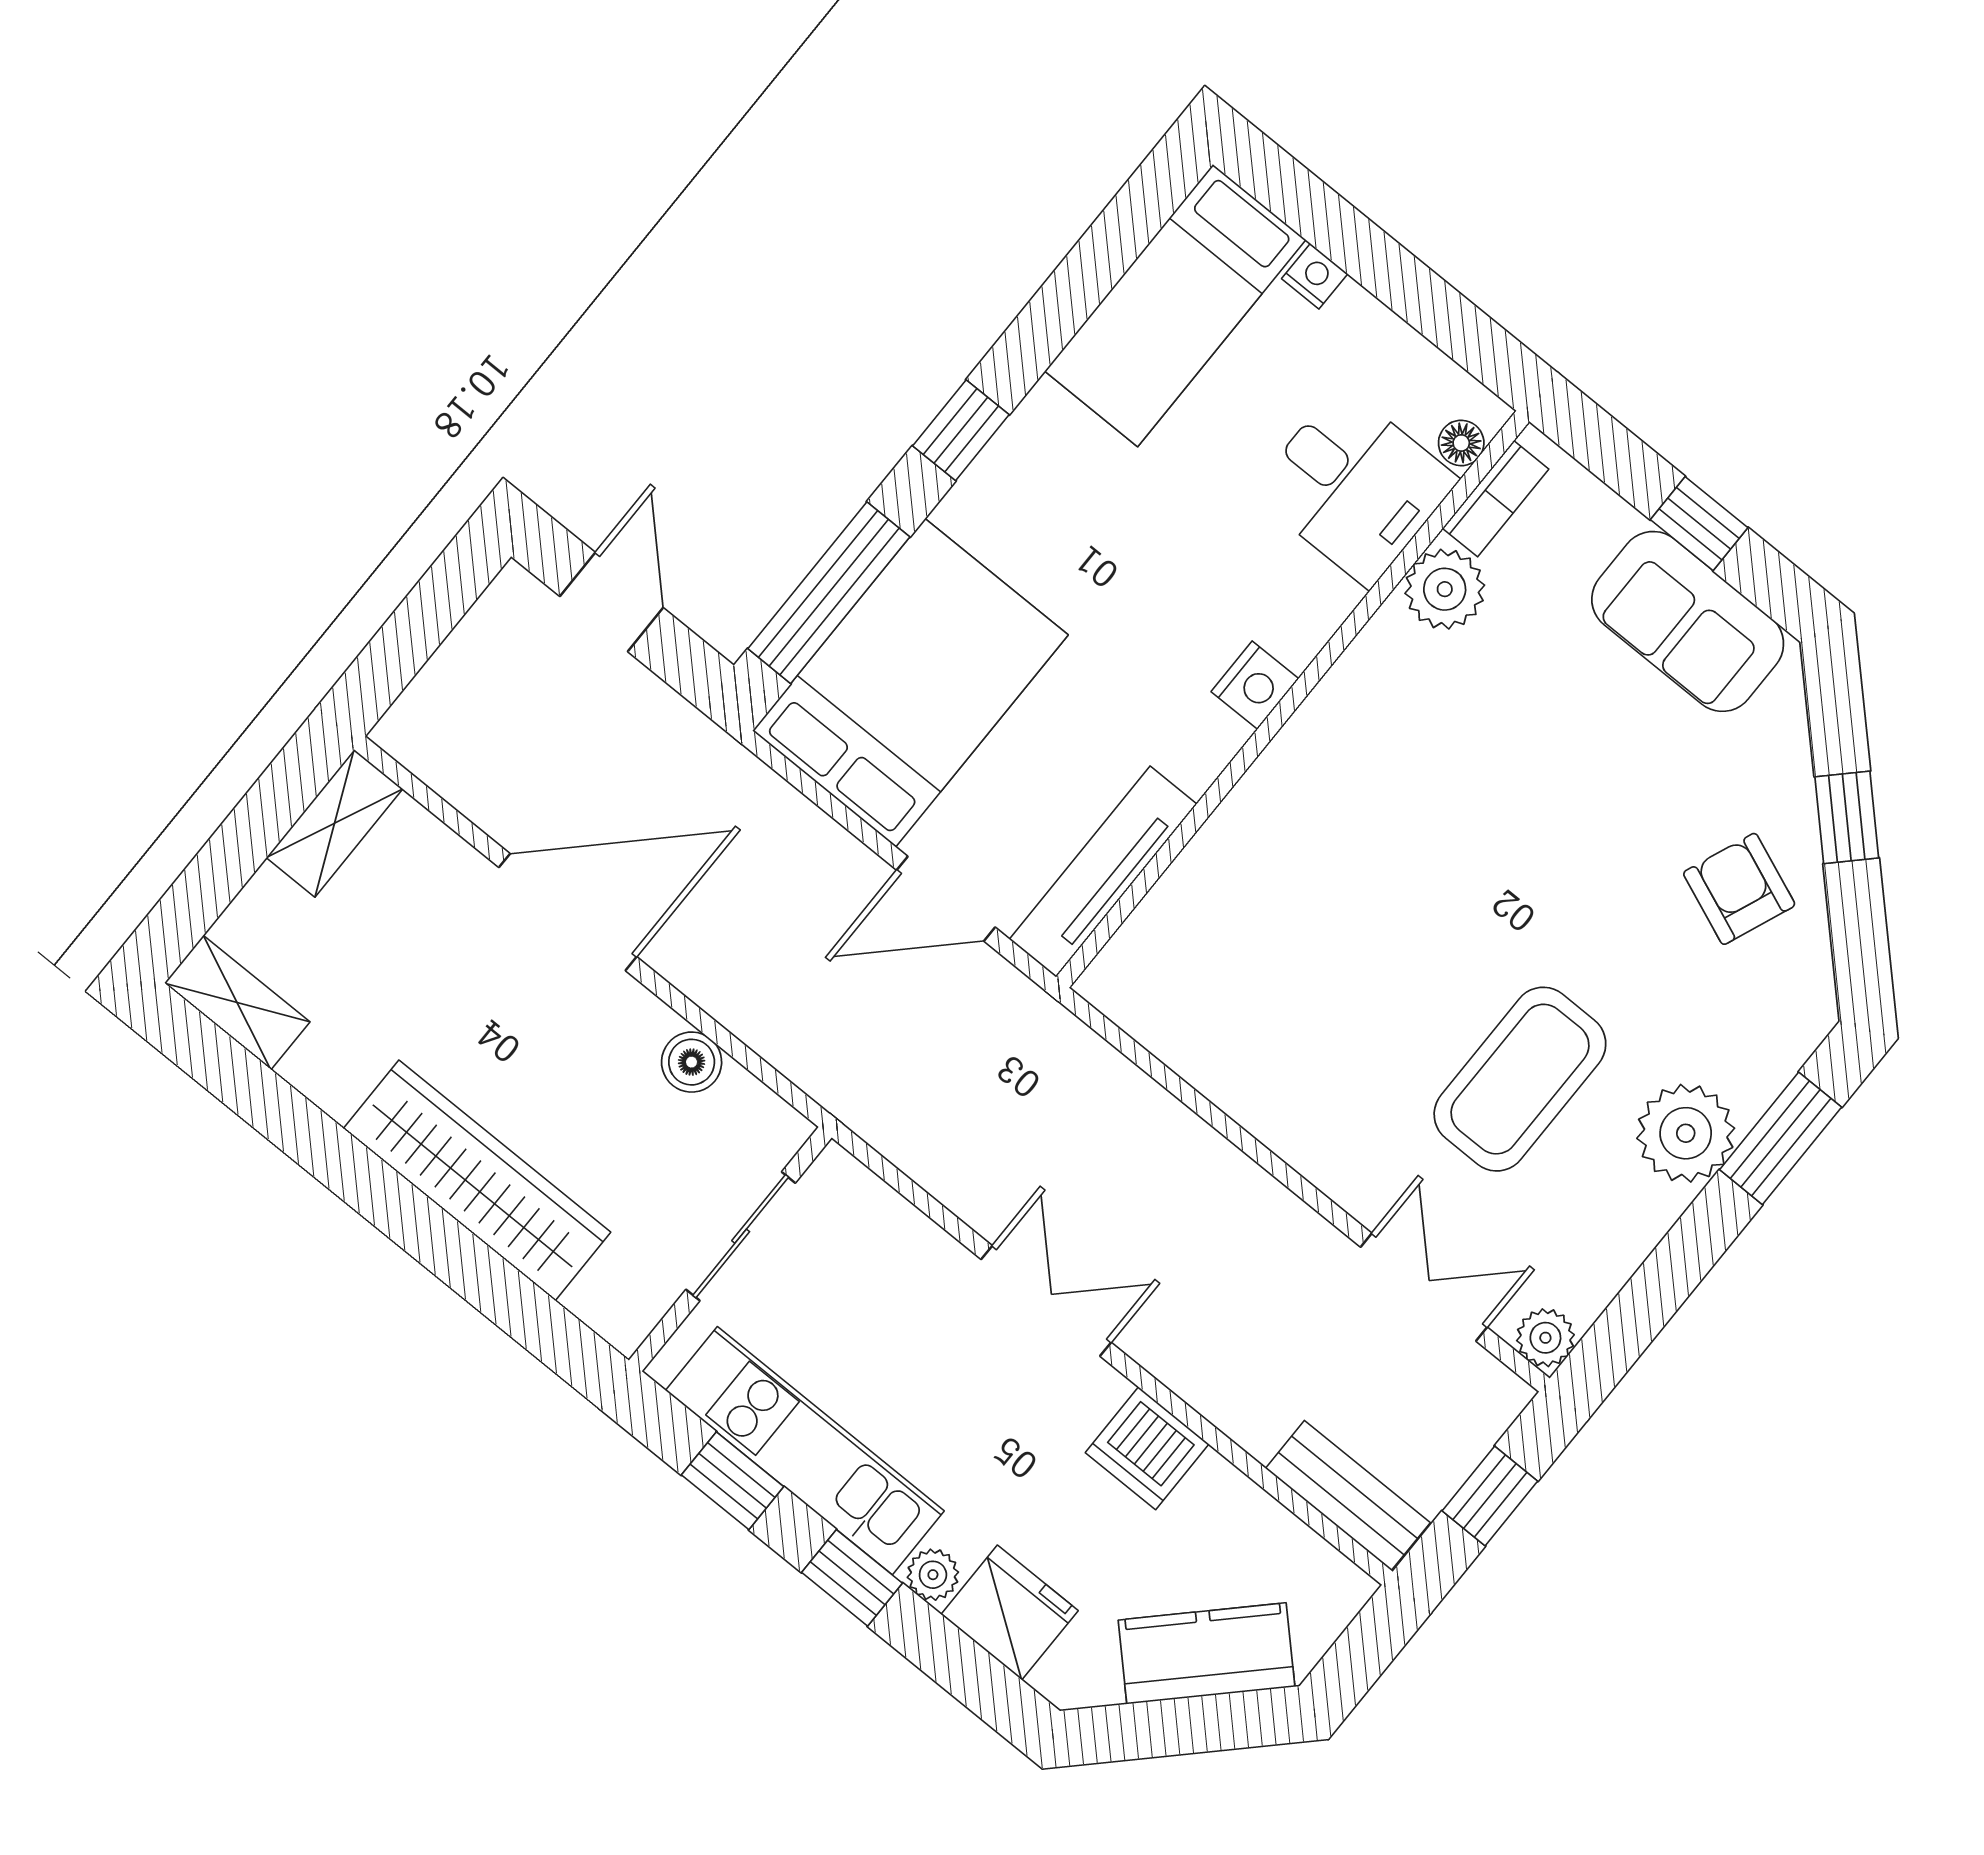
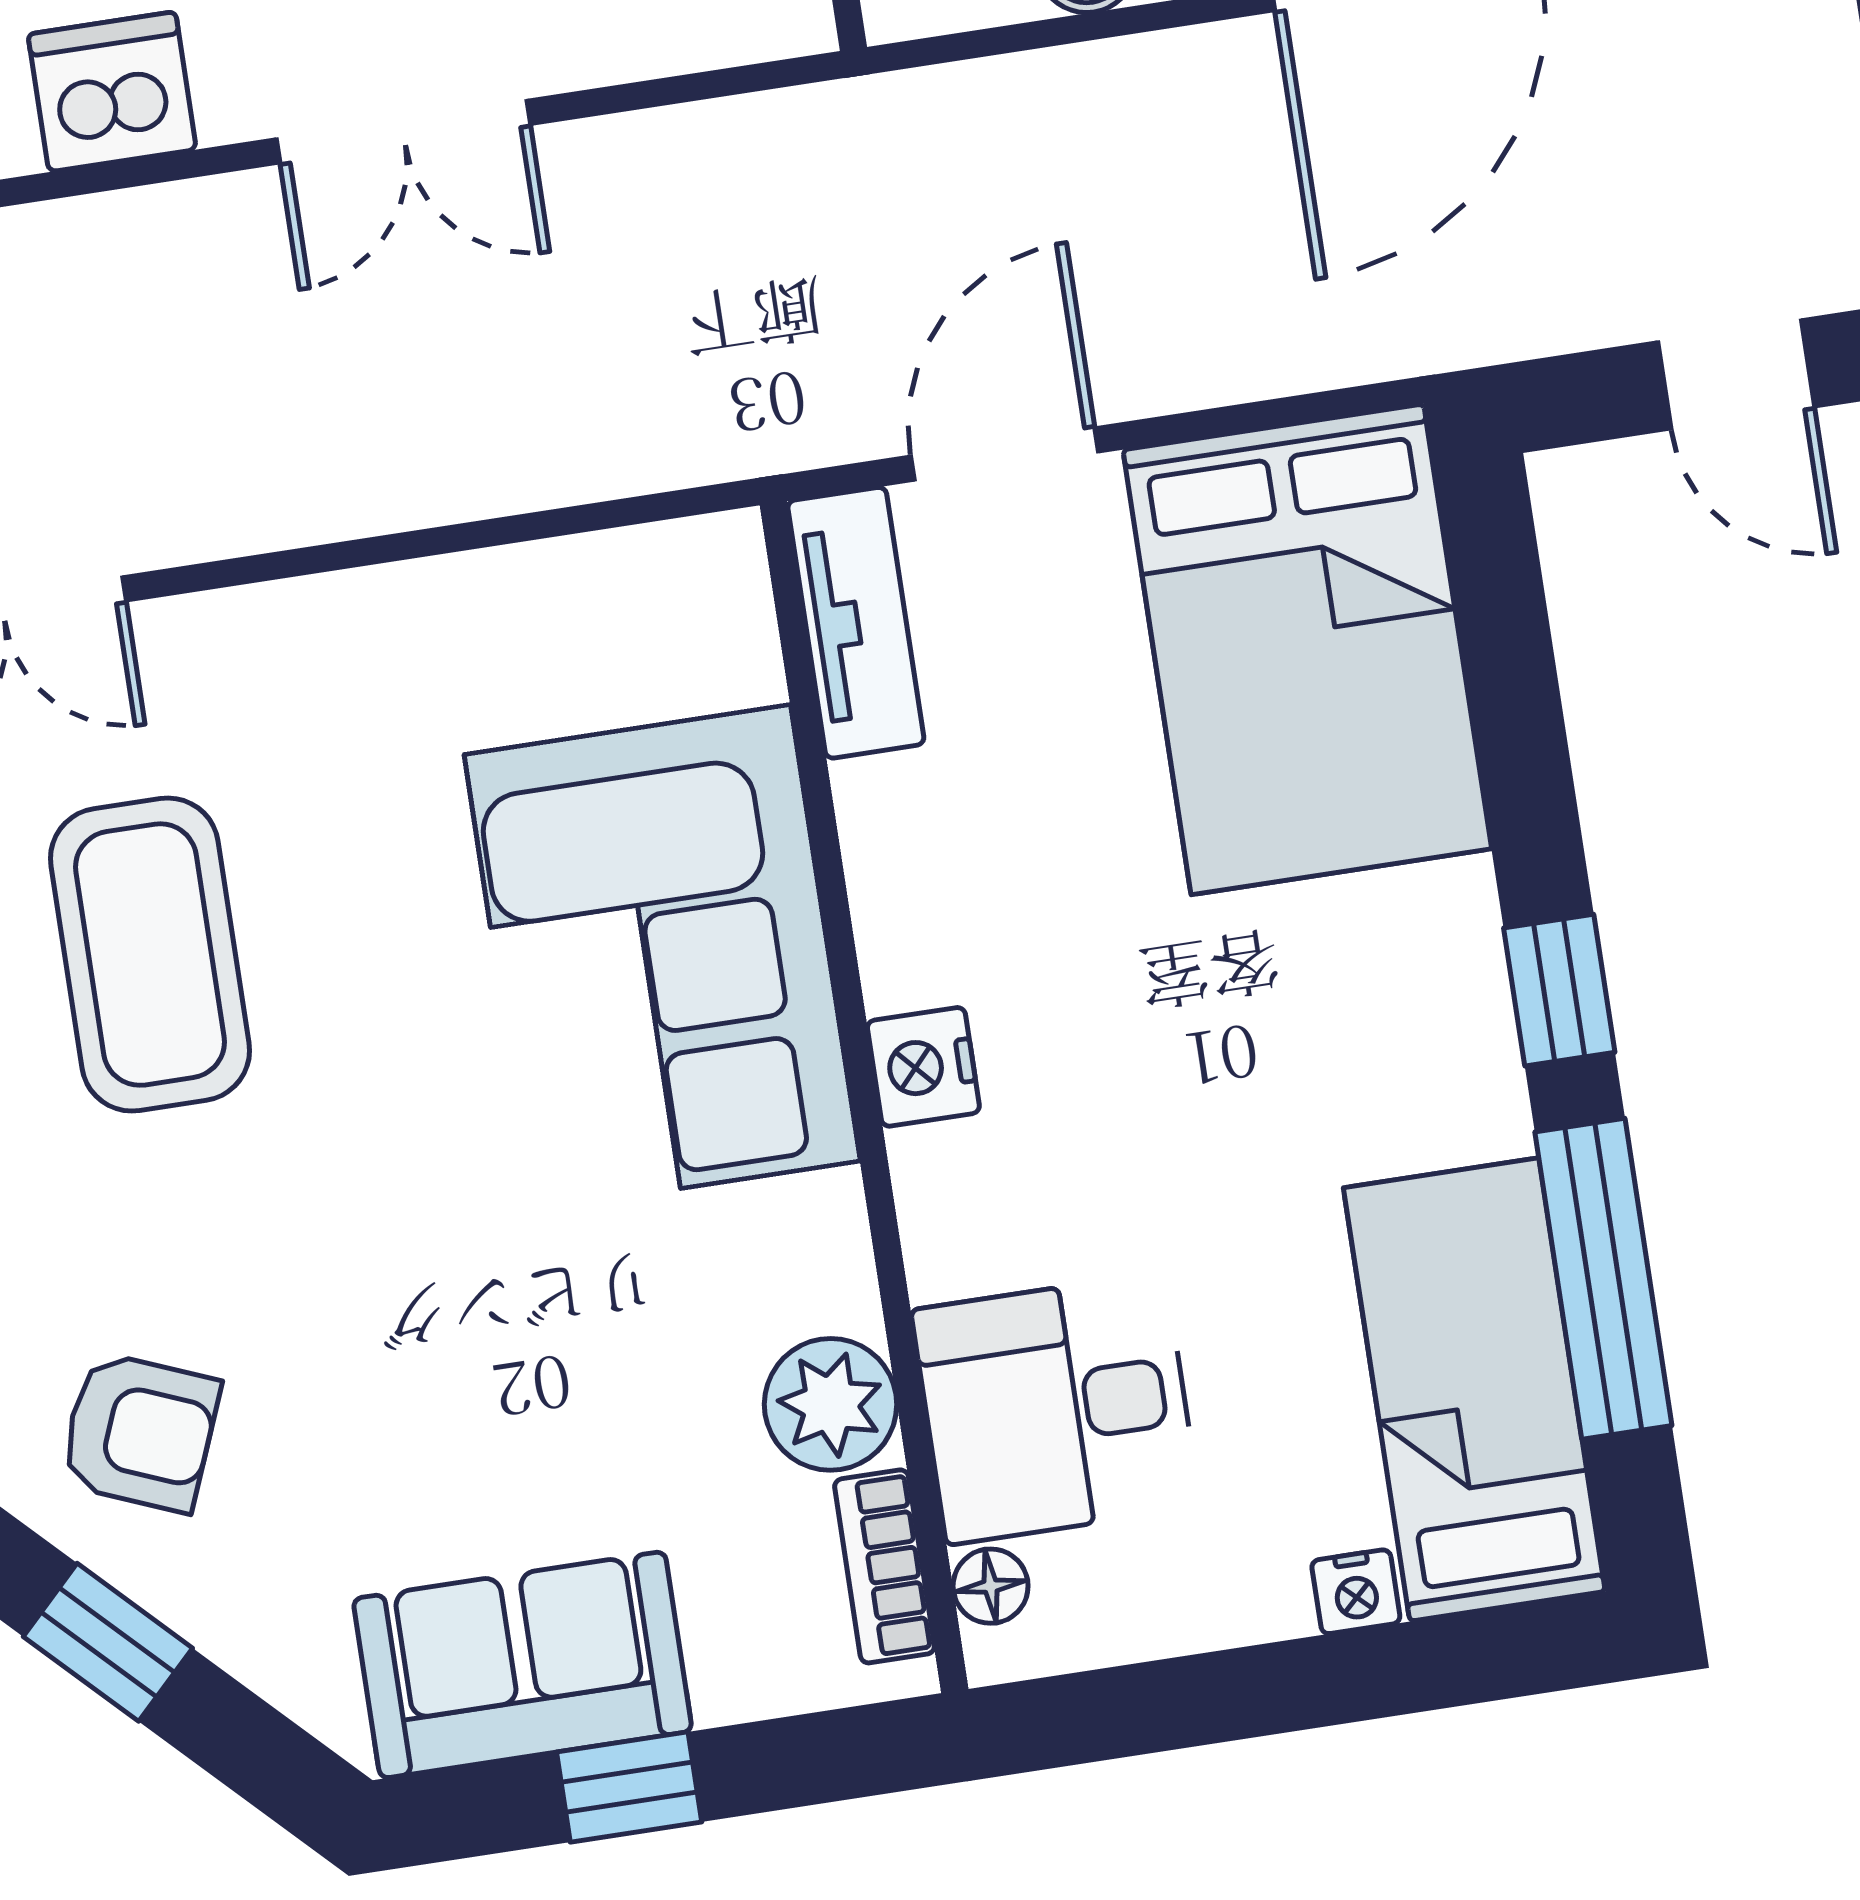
window: (829, 593) -> (1603, 1279), moved
corner sofa: (1312, 847) -> (662, 958), added
tv unit: (1103, 872) -> (856, 623), width x0.71

